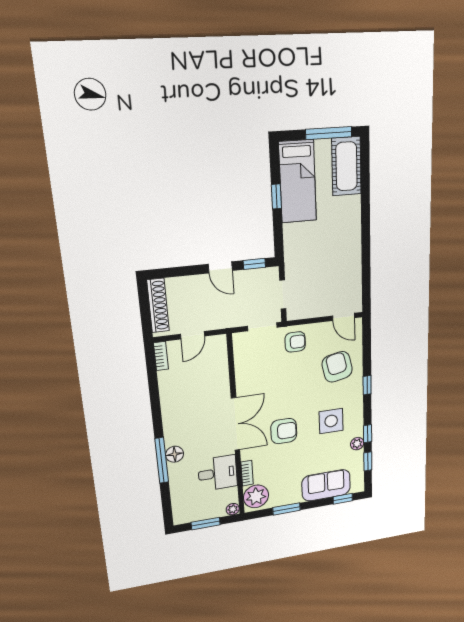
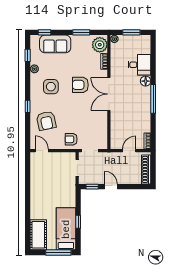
window: (329, 133) -> (58, 253), moved
window: (368, 434) -> (28, 74), removed
window: (162, 460) -> (153, 99), moved
desk: (218, 473) -> (139, 65), moved, turned 180

